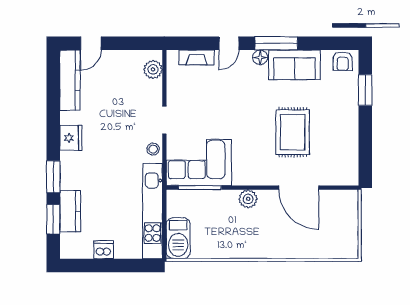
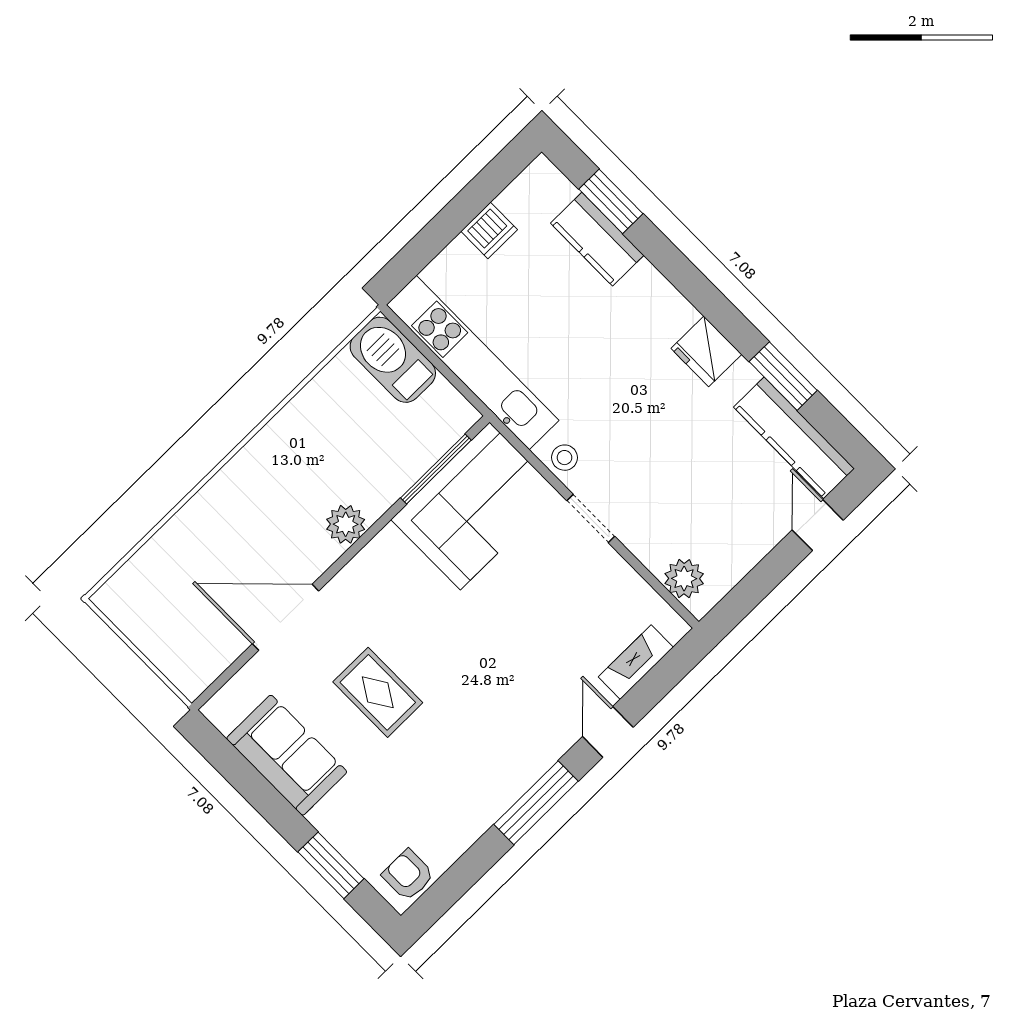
floor lamp: (260, 57) -> (539, 757), removed
sofa: (295, 65) -> (287, 755), moved, turned 90
rug: (293, 132) -> (378, 692), width x0.73, depth x0.70
window: (53, 177) -> (783, 376), moved

